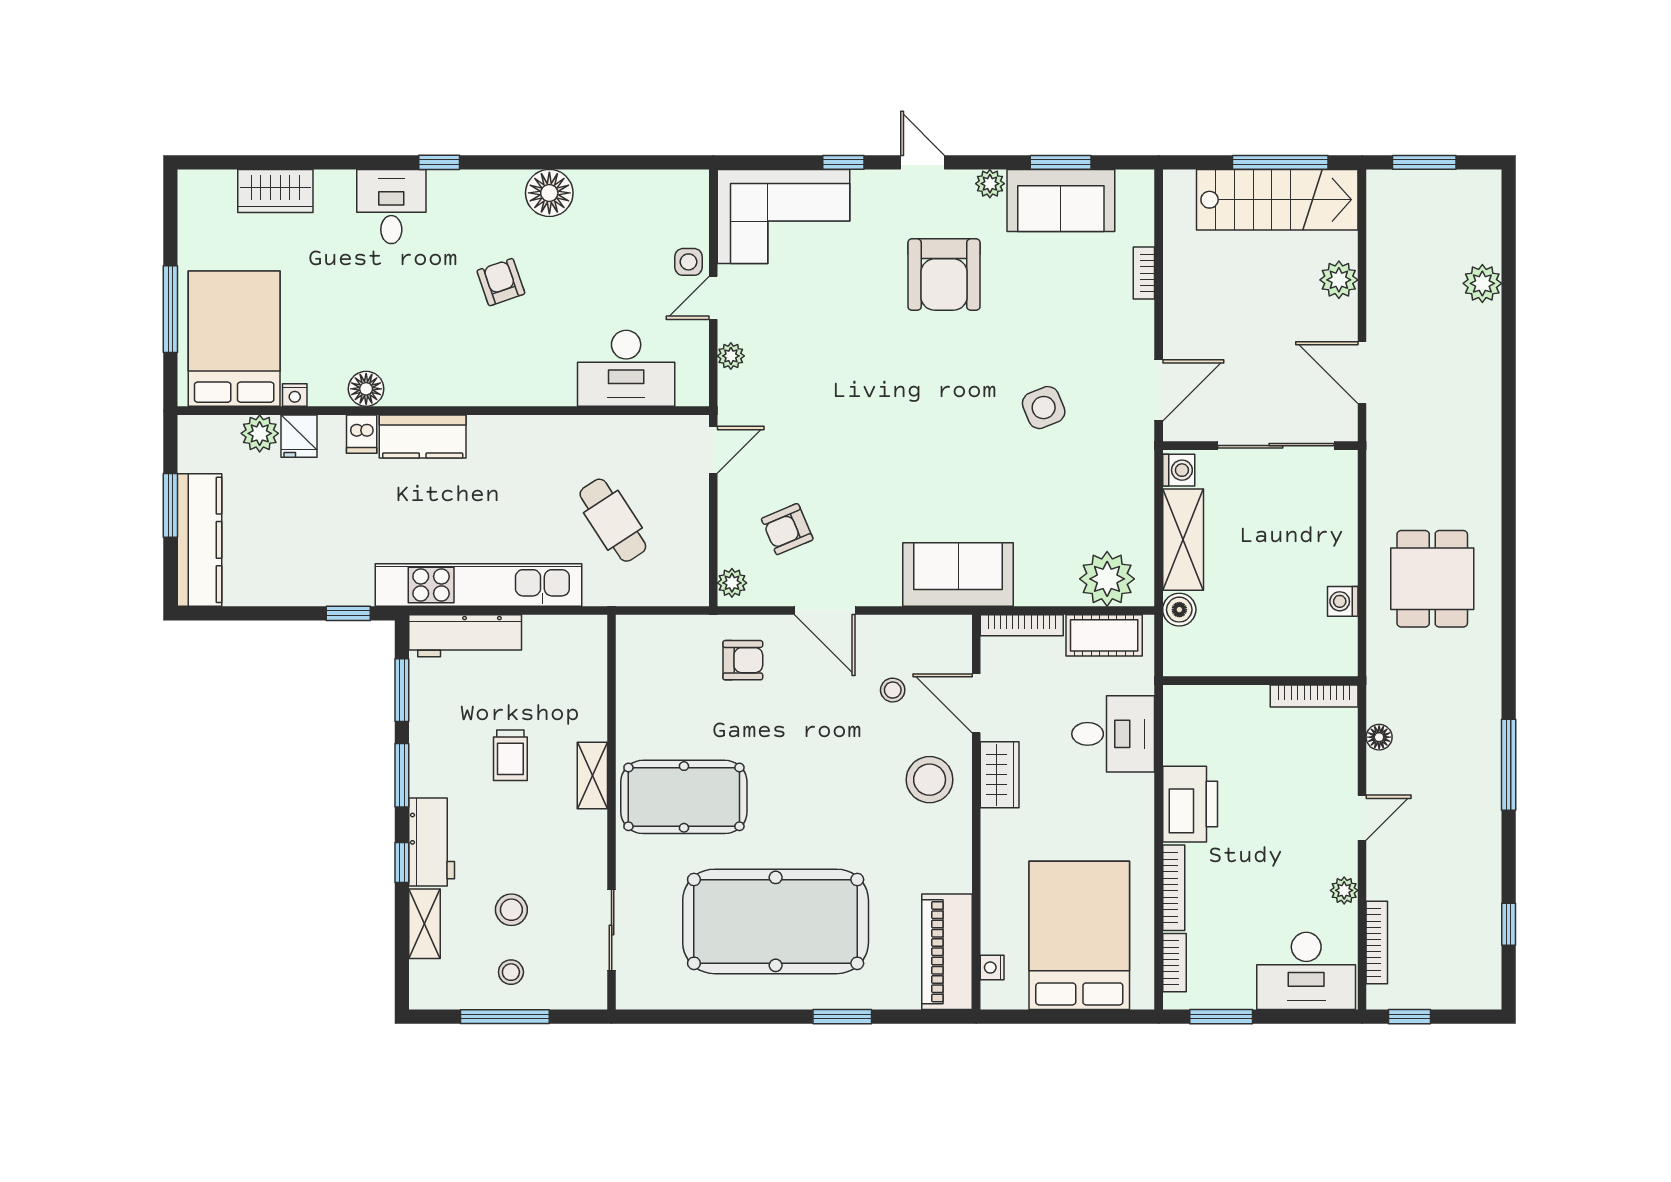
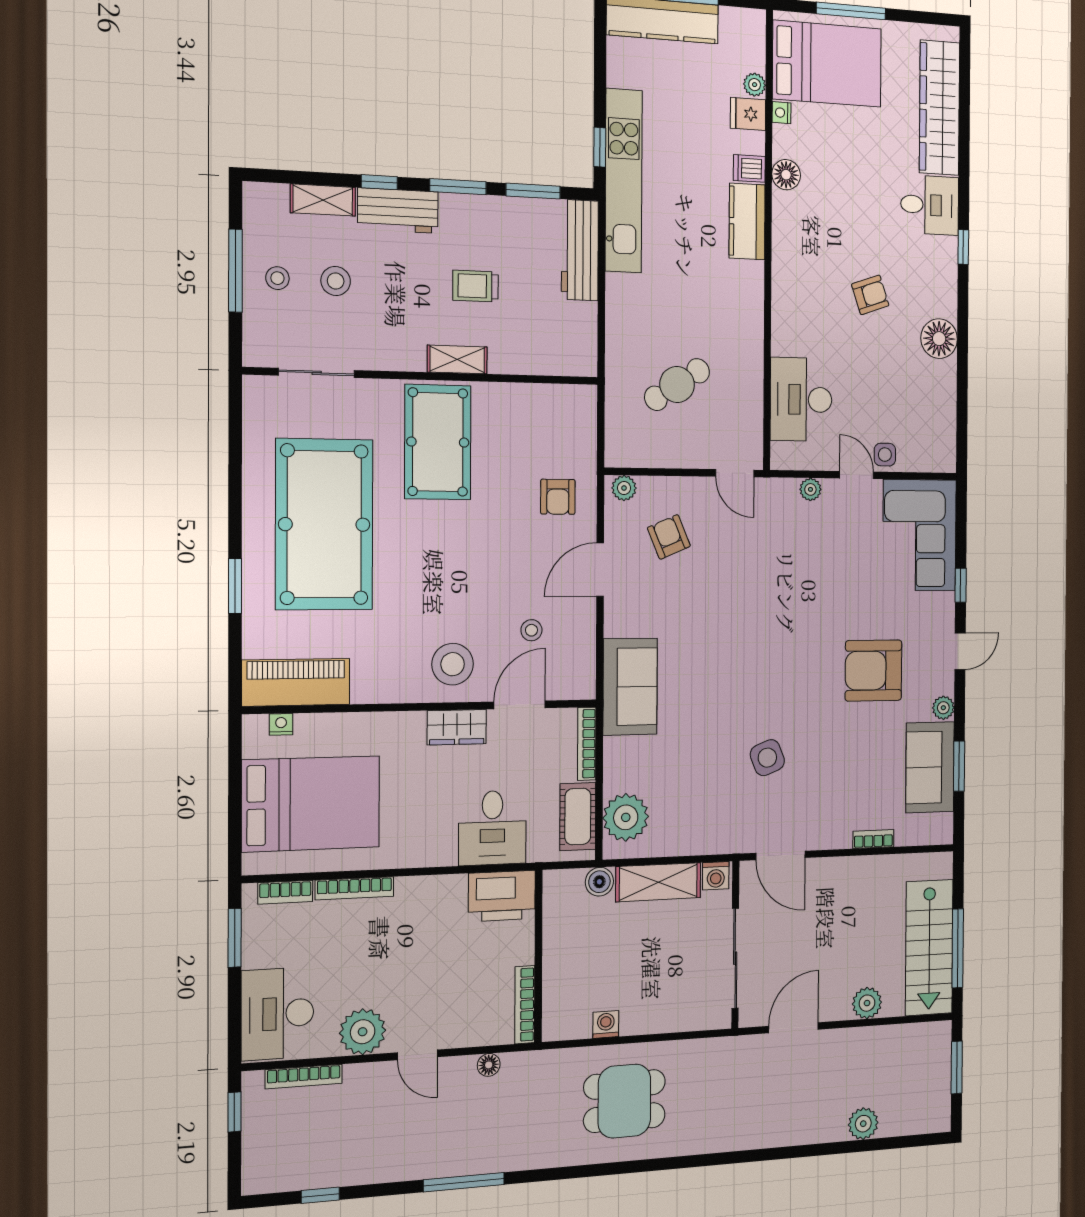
wardrobe: (275, 191) -> (939, 108), width x2.10, depth x1.17
plant: (260, 433) -> (755, 85), width x0.73, depth x0.73
kitchen unit: (479, 585) -> (624, 181), moved
printer: (1190, 804) -> (502, 896), moved
plant: (1344, 890) -> (363, 1032), width x1.88, depth x1.88

